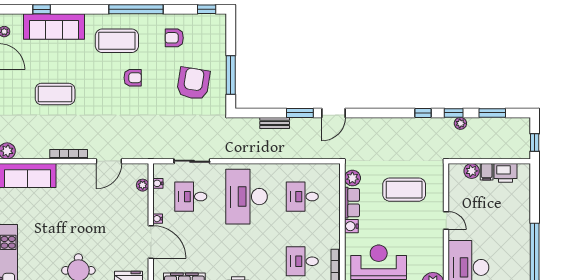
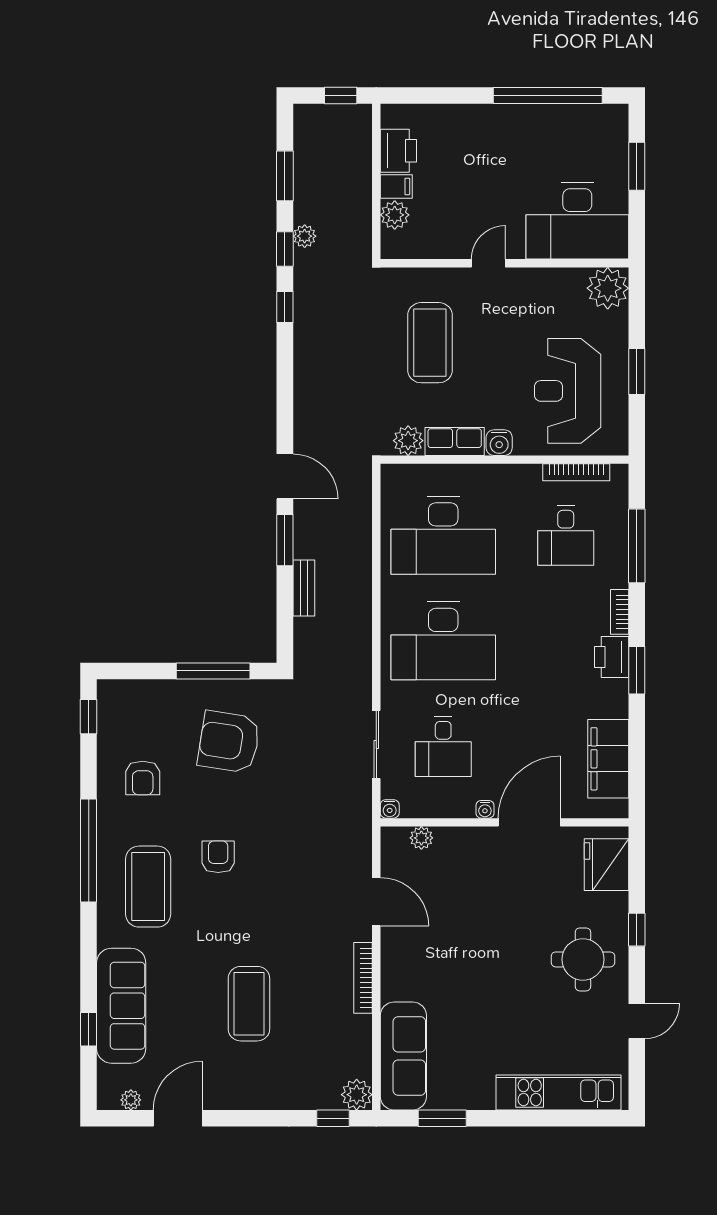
water cooler: (158, 183) -> (390, 809), moved
desk: (302, 197) -> (443, 535), width x1.87, depth x1.30

